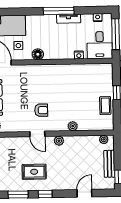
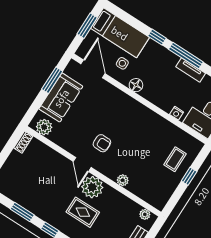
window: (30, 11) -> (157, 37), added
coffee table: (105, 106) -> (175, 159), moved
plant: (59, 141) -> (92, 187), width x1.88, depth x1.88
rug: (34, 172) -> (83, 212), moved

